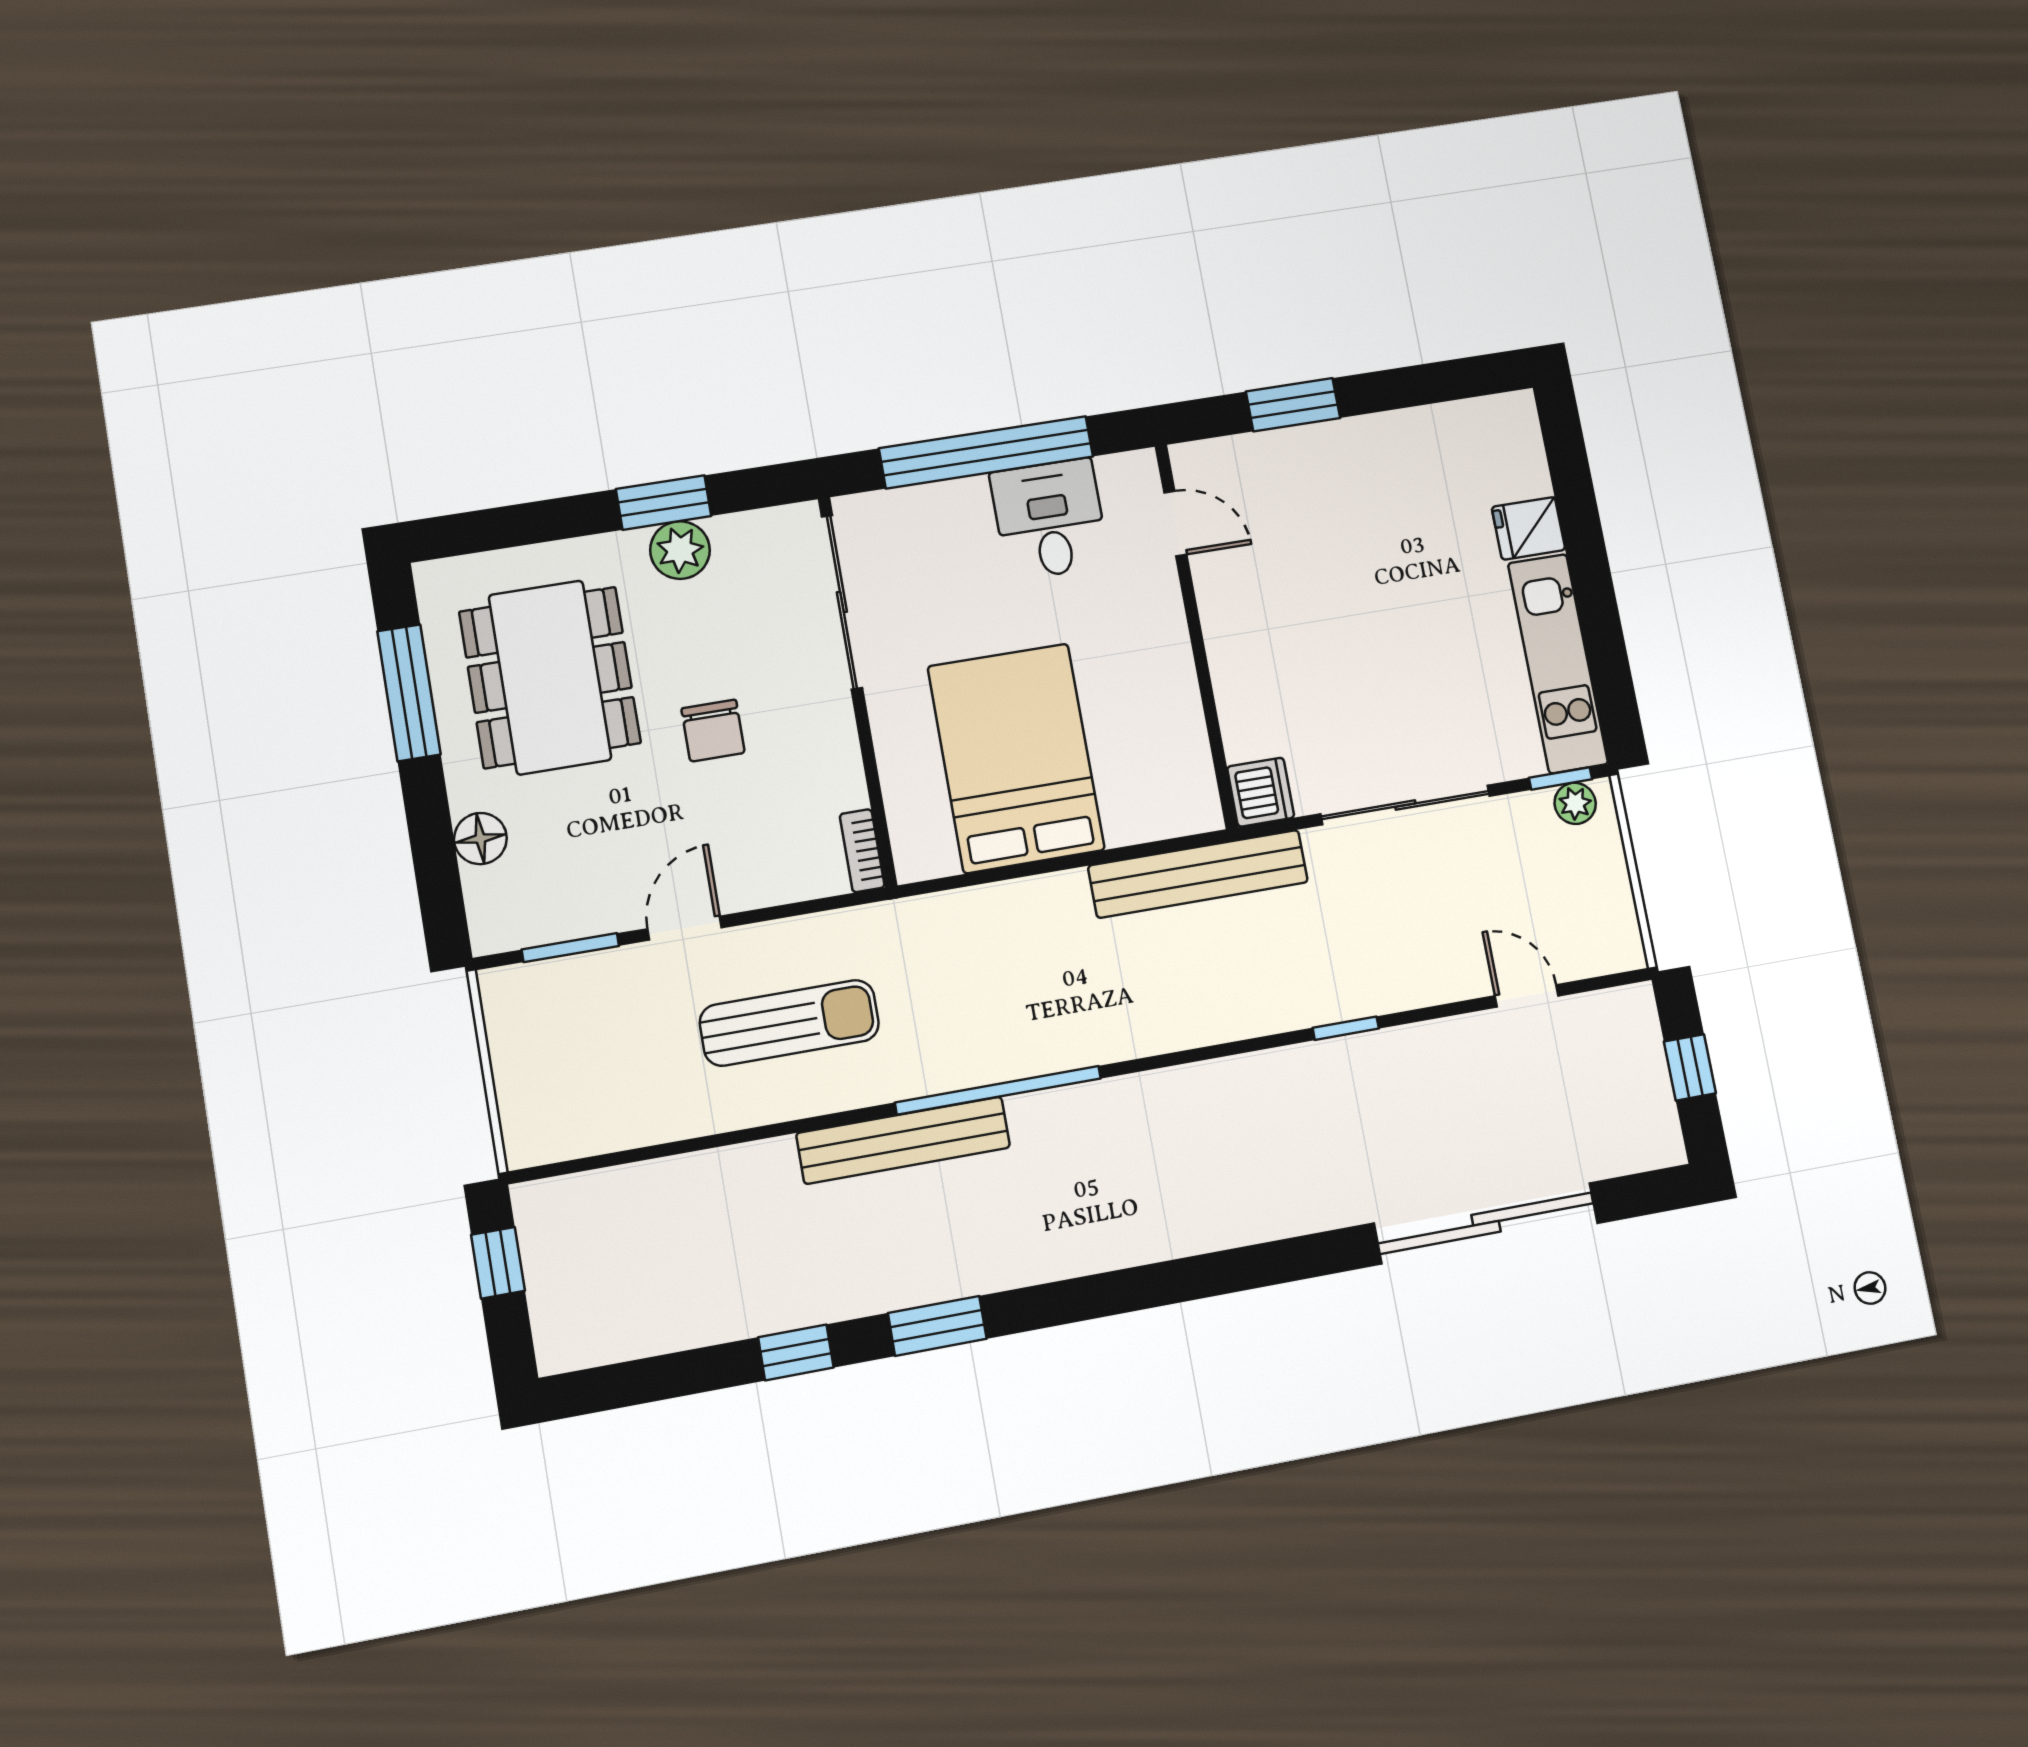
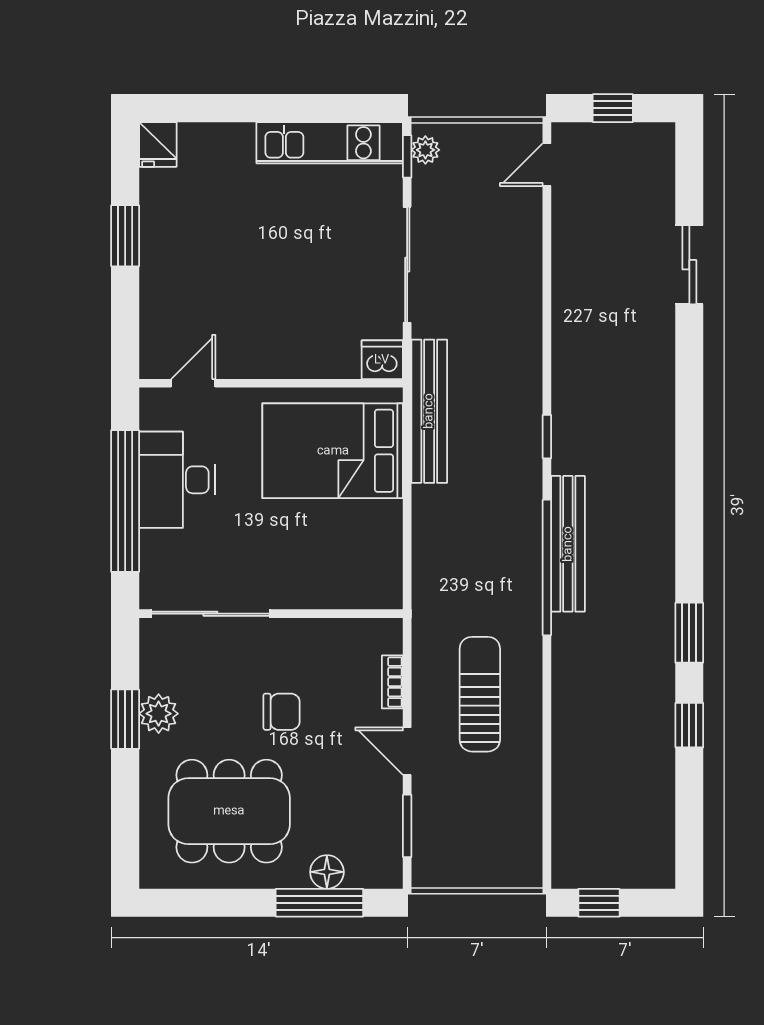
window: (1293, 405) -> (125, 236), moved
desk: (1050, 519) -> (177, 480), width x1.37
fridge: (1528, 528) -> (158, 144), moved
window: (409, 693) -> (319, 903), moved
bed: (1016, 758) -> (333, 451), moved
bookcase: (862, 851) -> (392, 682), moved, turned 90
door: (1527, 996) -> (547, 165), moved
window: (1346, 1028) -> (547, 437), moved
bench: (903, 1140) -> (568, 544), moved
sliding door: (1486, 1223) -> (689, 265), width x0.54

